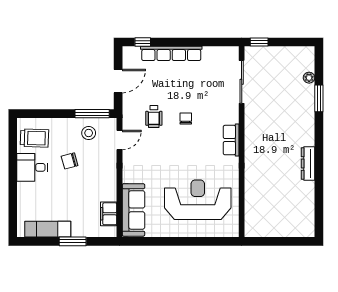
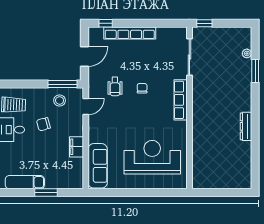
row of seats: (231, 140) -> (181, 100), width x1.48
filing cabinet: (109, 214) -> (77, 147), moved

